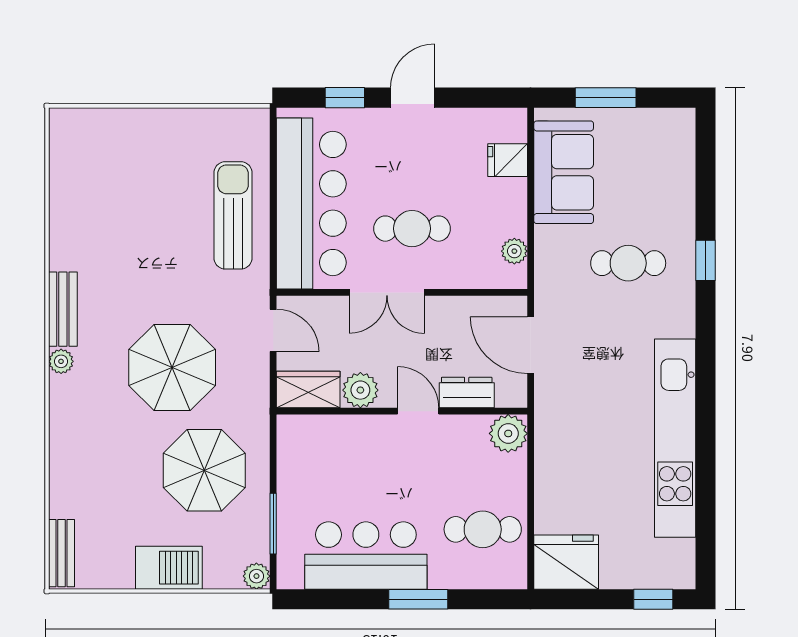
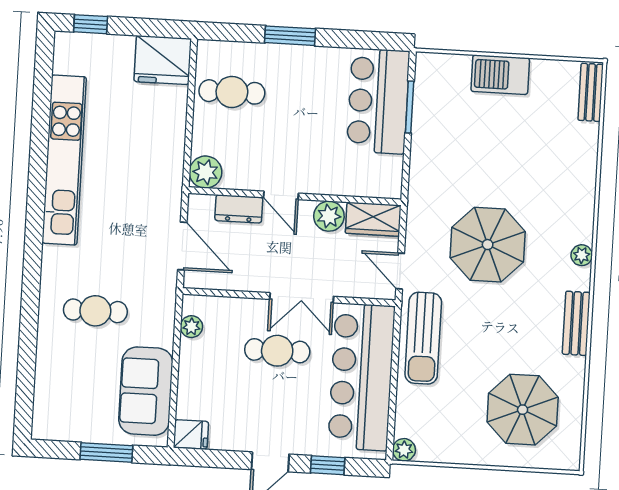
fridge: (508, 160) -> (191, 434), moved
sun lounger: (233, 215) -> (423, 338), moved
window: (705, 260) -> (30, 309), removed
double door: (387, 292) -> (302, 298), swing flipped
bench: (63, 309) -> (576, 323), moved
parasol: (204, 470) -> (523, 410), moved
bar counter: (366, 556) -> (378, 101), moved, turned 90
plant: (256, 576) -> (404, 450), moved

